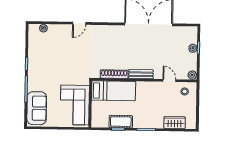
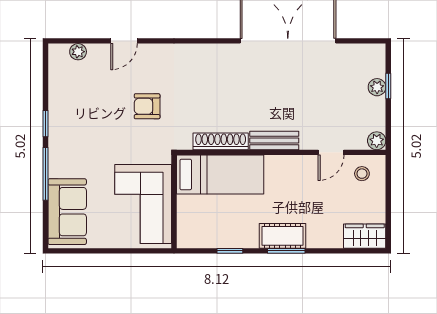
door: (79, 23) -> (124, 41), moved
armchair: (78, 56) -> (147, 106), added
door: (169, 81) -> (331, 152), swing flipped
cot: (121, 122) -> (282, 236), moved
wardrobe: (175, 123) -> (365, 236), moved

